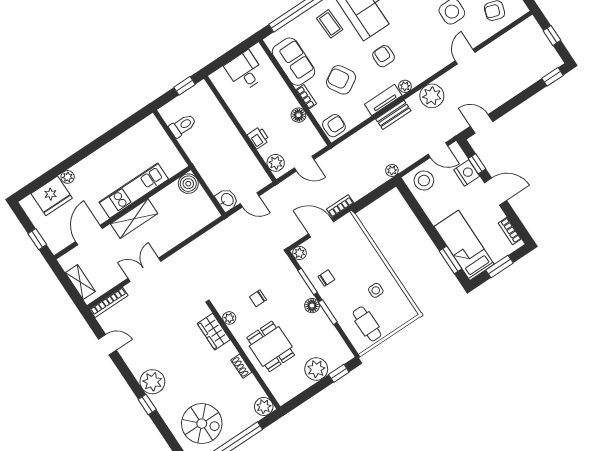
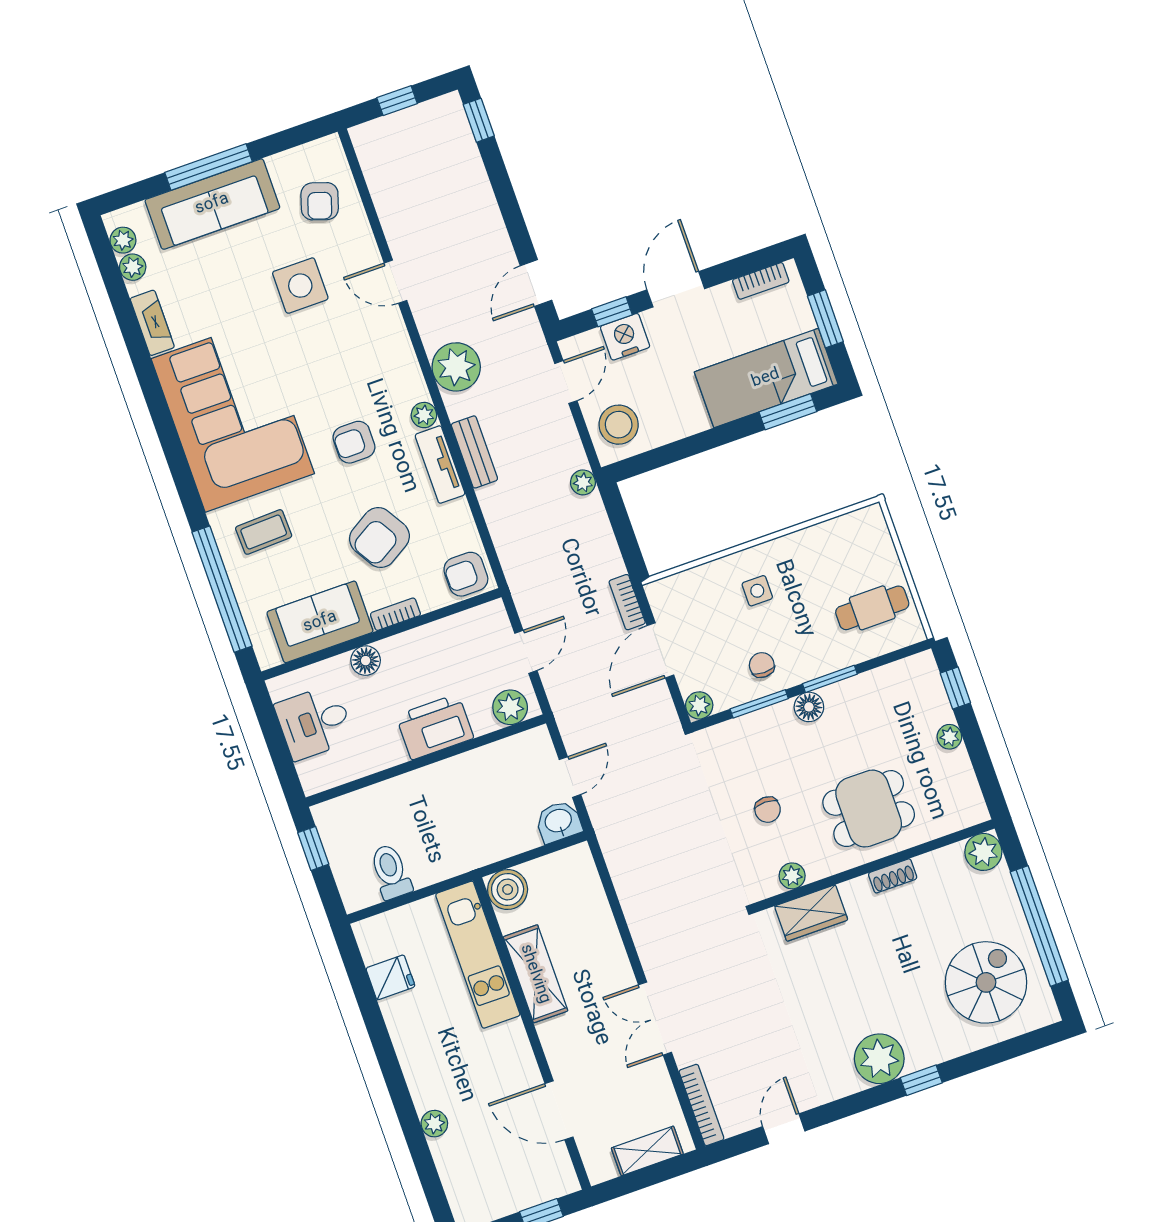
floor lamp: (298, 115) -> (366, 661), moved
armchair: (334, 126) -> (466, 574), turned -90
printer: (258, 138) -> (435, 727), width x1.87, depth x1.48
kitchen unit: (134, 191) -> (478, 955), moved
fridge: (52, 196) -> (390, 977), moved, width x0.53, depth x0.75
shelving: (134, 219) -> (535, 974), moved
side table: (376, 290) -> (757, 591), moved
plant: (316, 369) -> (949, 737), width x0.53, depth x0.53

